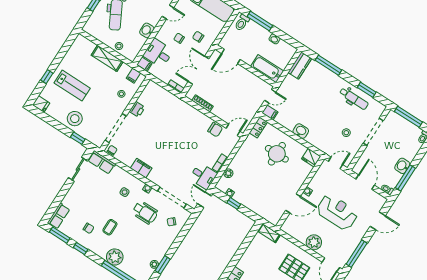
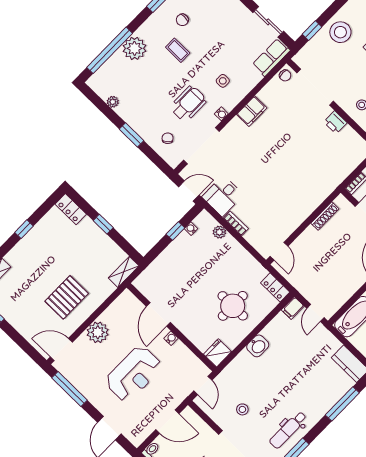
chair: (215, 130) -> (284, 226), removed
wheelchair: (145, 212) -> (188, 104), turned 180
window: (239, 254) -> (103, 224), added
window: (163, 265) -> (132, 135), moved

